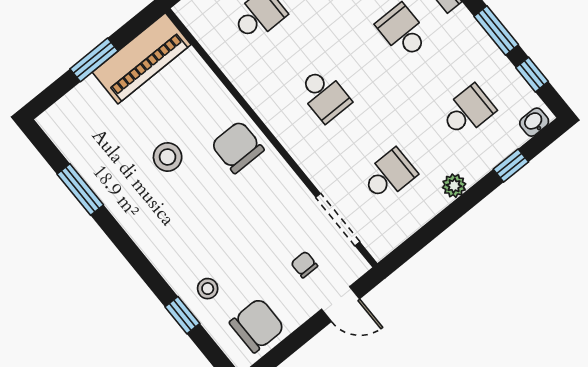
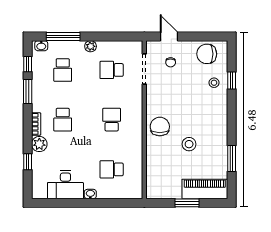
piano: (142, 58) -> (205, 189), moved
school desk: (468, 111) -> (63, 70), turned -90
chair: (238, 147) -> (160, 127), turned 180
window: (511, 166) -> (63, 37), width x2.17

